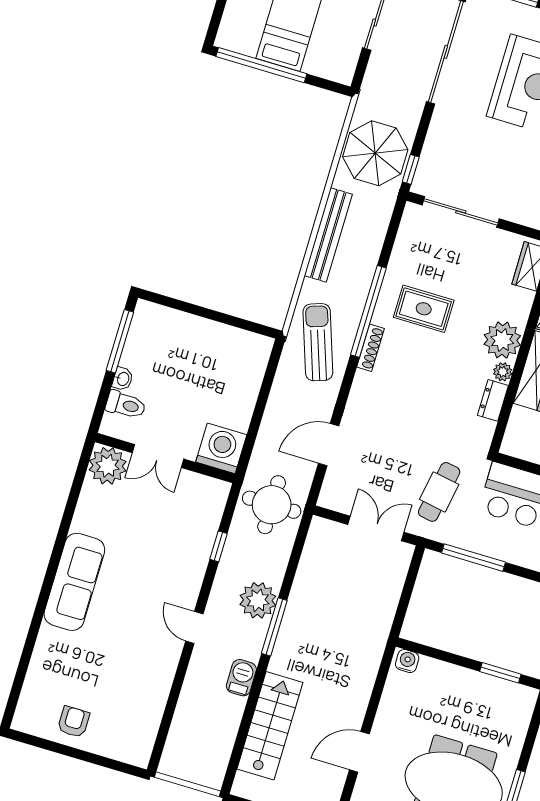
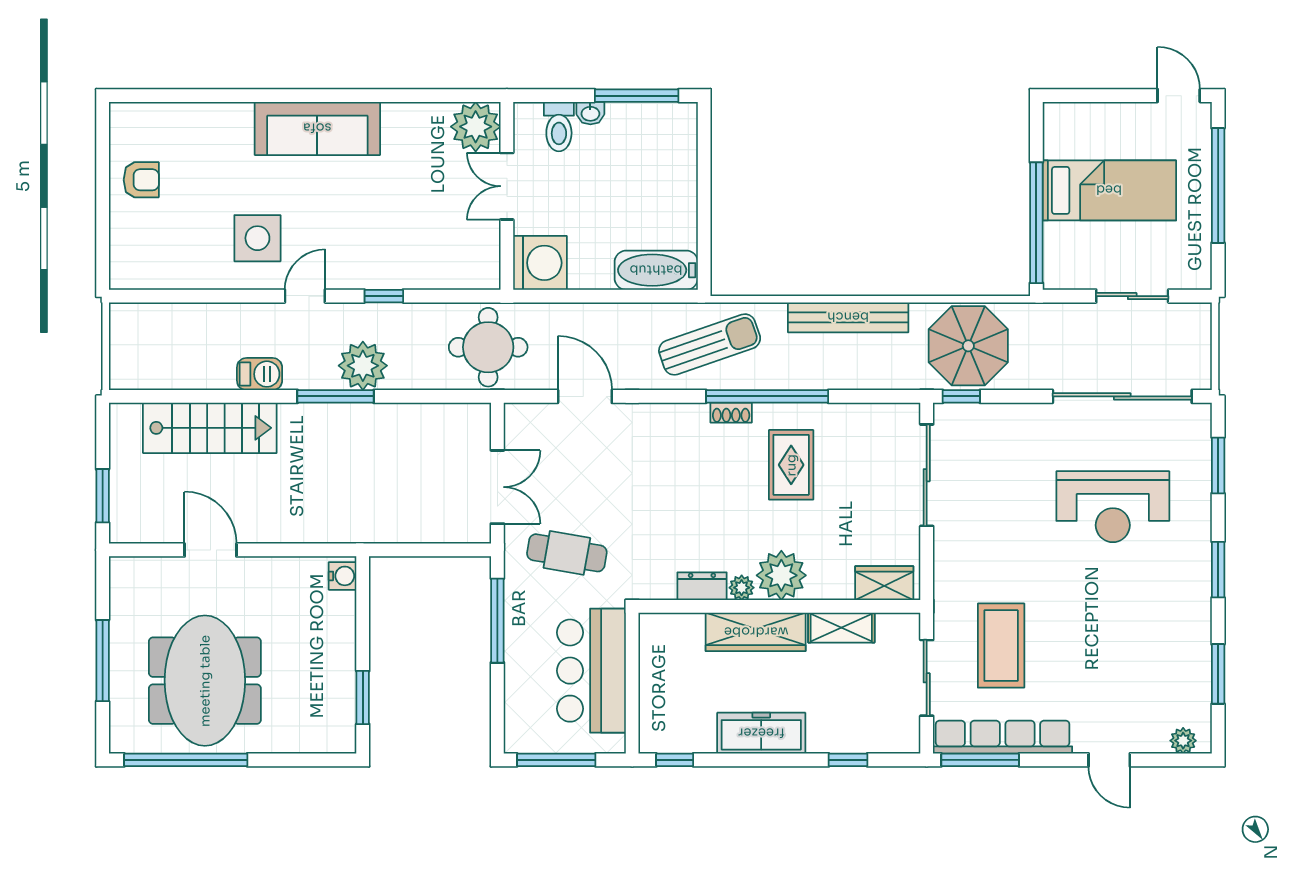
window: (261, 65) -> (1036, 223), moved
shoe rack: (371, 348) -> (731, 413), width x0.70
bathtub: (252, 365) -> (656, 270), added
window: (218, 546) -> (384, 296), moved
side table: (142, 650) -> (257, 238), added

